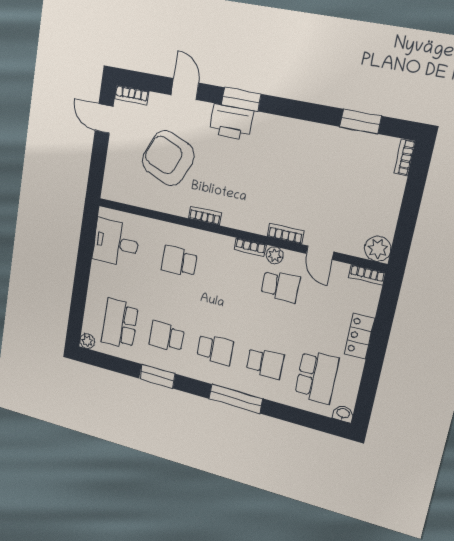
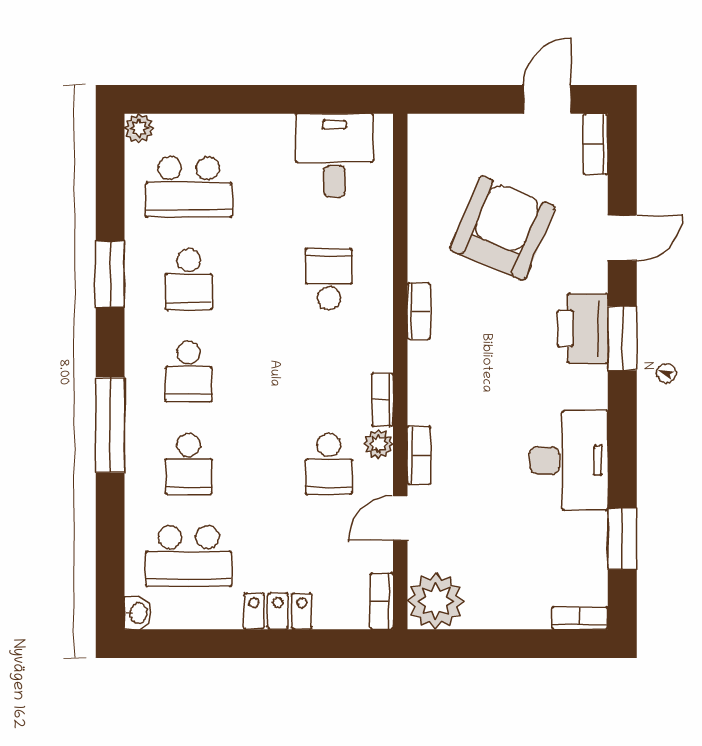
desk: (306, 145) -> (569, 460), added
plant: (378, 249) -> (436, 601), width x1.36, depth x1.36
school desk: (120, 324) -> (189, 187), turned 180
school desk: (167, 336) -> (189, 279), turned 180

